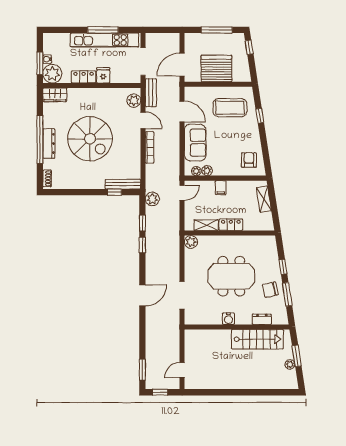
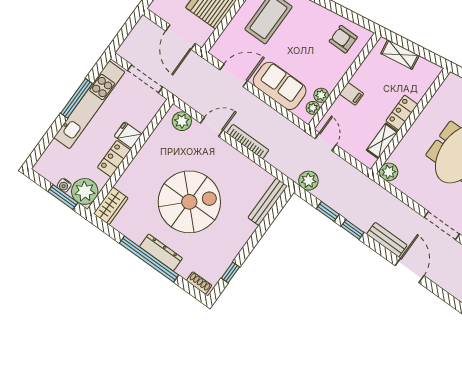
bench: (151, 93) -> (387, 240), moved
window: (115, 192) -> (230, 272), moved

